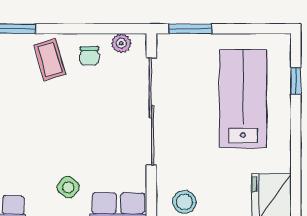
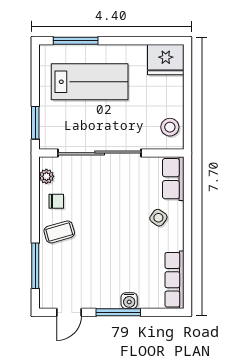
window: (296, 81) -> (76, 41), width x2.17
lab bench: (243, 99) -> (90, 82), turned 180

